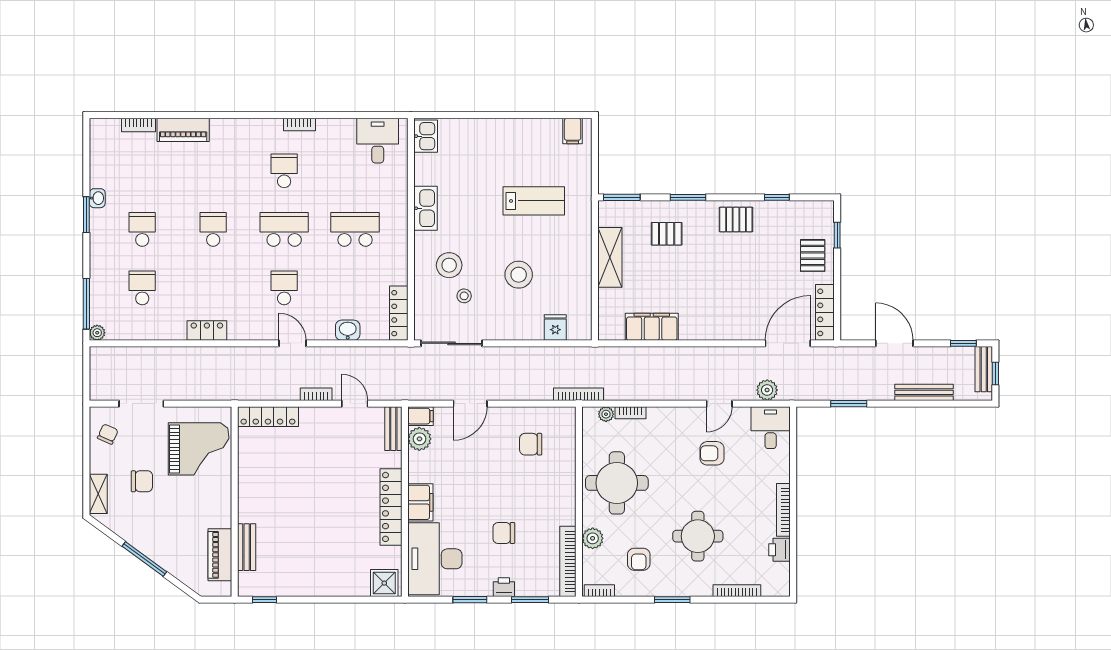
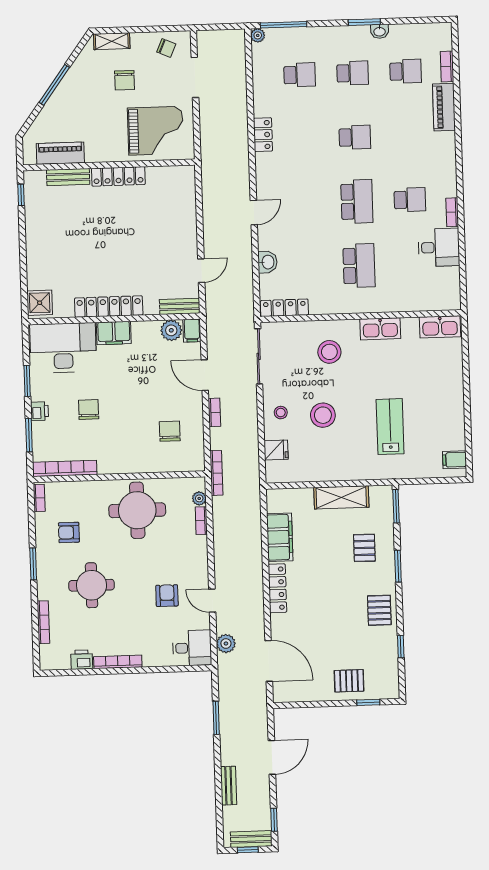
kitchen sink: (426, 136) -> (440, 327), width x1.38
desk: (378, 141) -> (439, 247), moved
lab bench: (534, 201) -> (390, 427), turned 180
school desk: (284, 288) -> (406, 71), moved
stool: (464, 296) -> (281, 413), moved
locker: (825, 312) -> (277, 588), moved, turned 90
bench: (924, 392) -> (229, 786), width x0.73
bookcase: (316, 394) -> (214, 412), moved
locker: (268, 417) -> (118, 176), moved, turned -90
grand piano: (199, 449) -> (156, 131), turned -90
plant: (593, 538) -> (86, 490), removed

